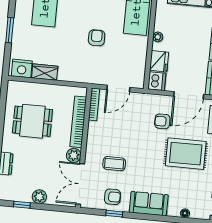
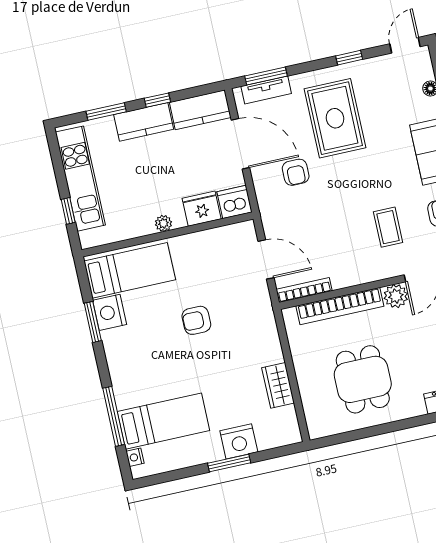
nightstand: (22, 68) -> (239, 441), moved, turned 90

